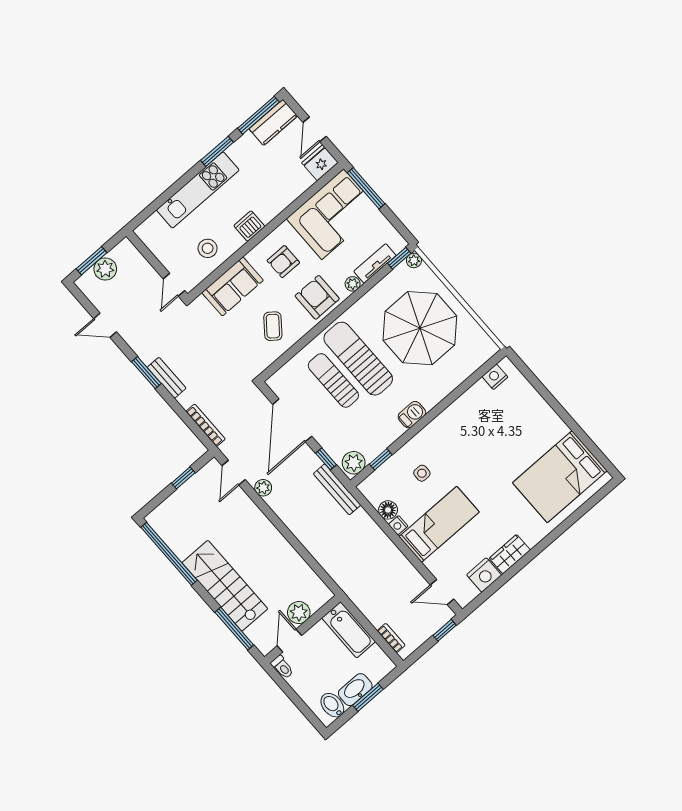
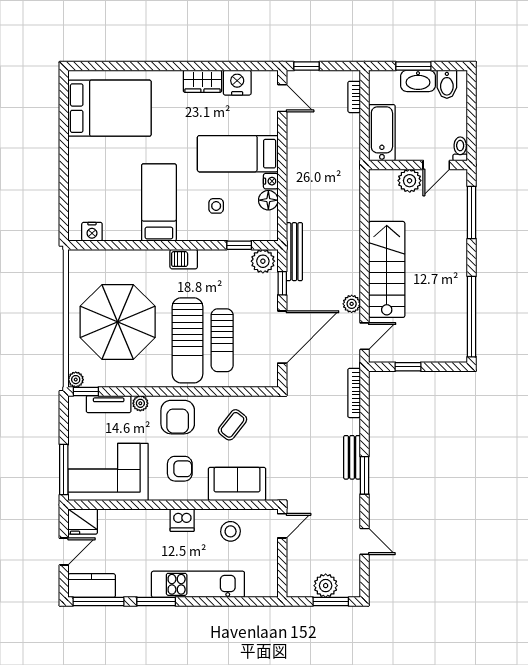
bed: (465, 440) -> (159, 202), added
stairs: (225, 586) -> (387, 269), moved, turned 180

